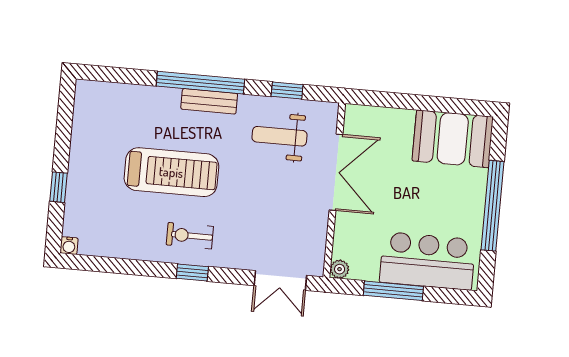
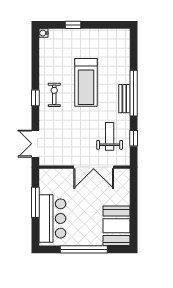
plant: (340, 269) -> (44, 174), removed

